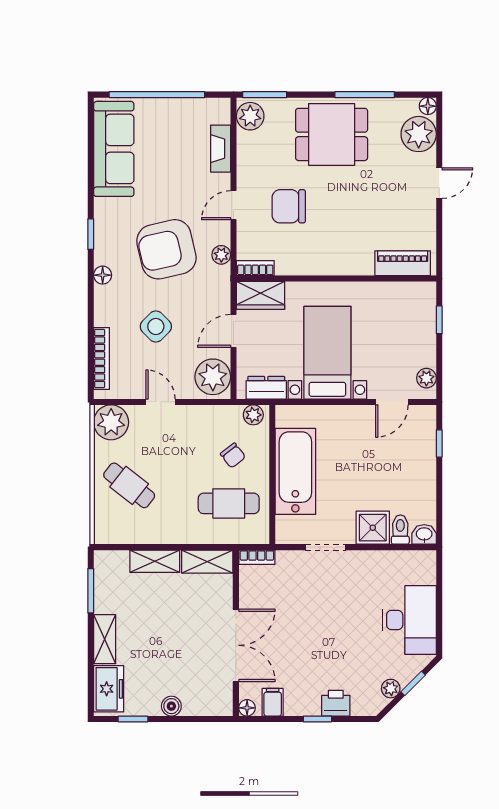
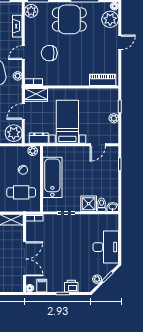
plant: (426, 378) -> (114, 118), moved

